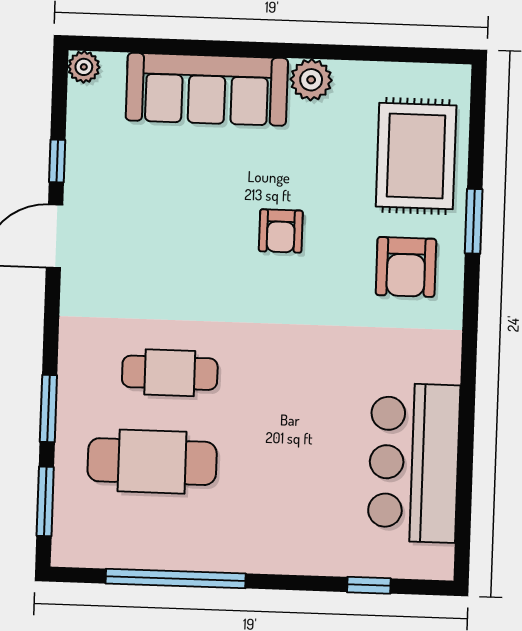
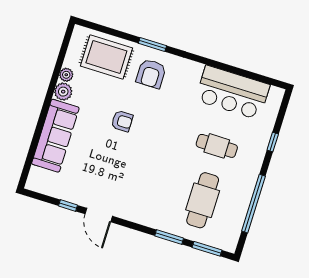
plant: (84, 67) -> (66, 75), moved
window: (474, 221) -> (152, 44), moved
armchair: (406, 267) -> (151, 74), turned 90
cafe table: (170, 373) -> (217, 146), moved, turned 90
window: (369, 585) -> (273, 142), moved

